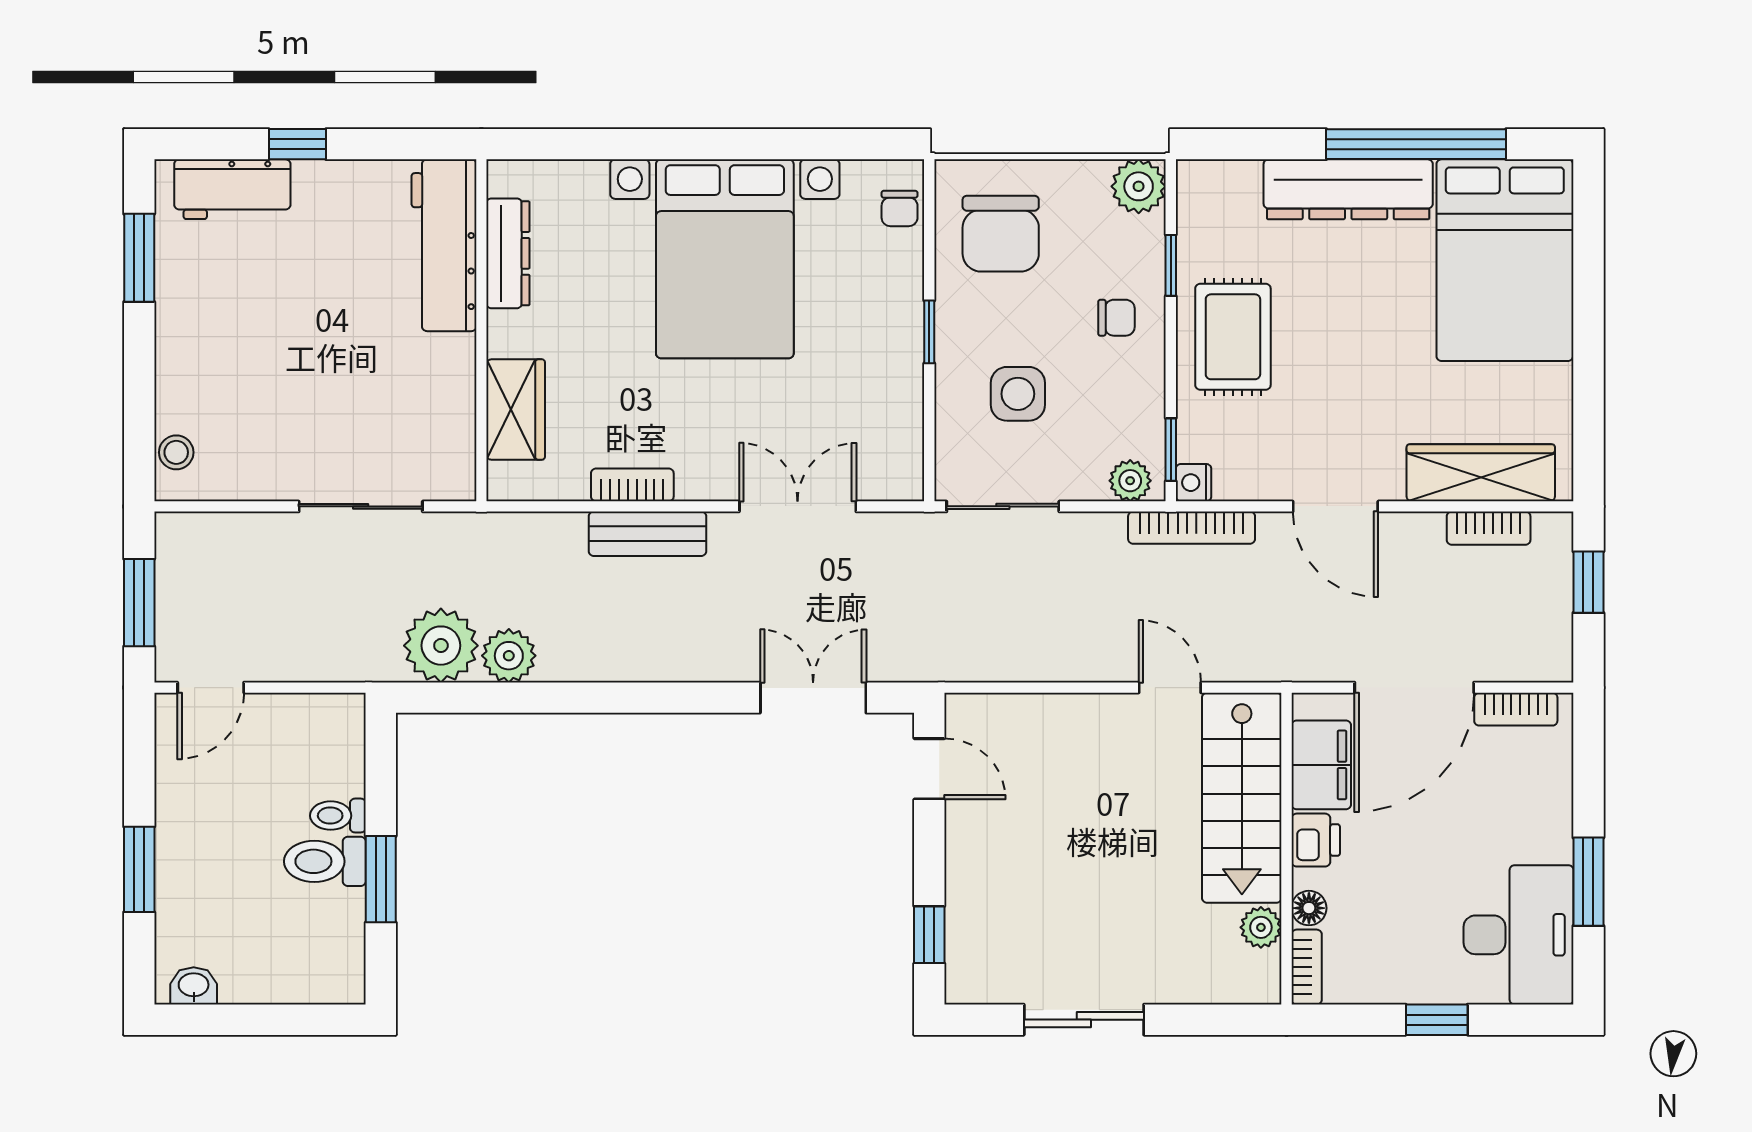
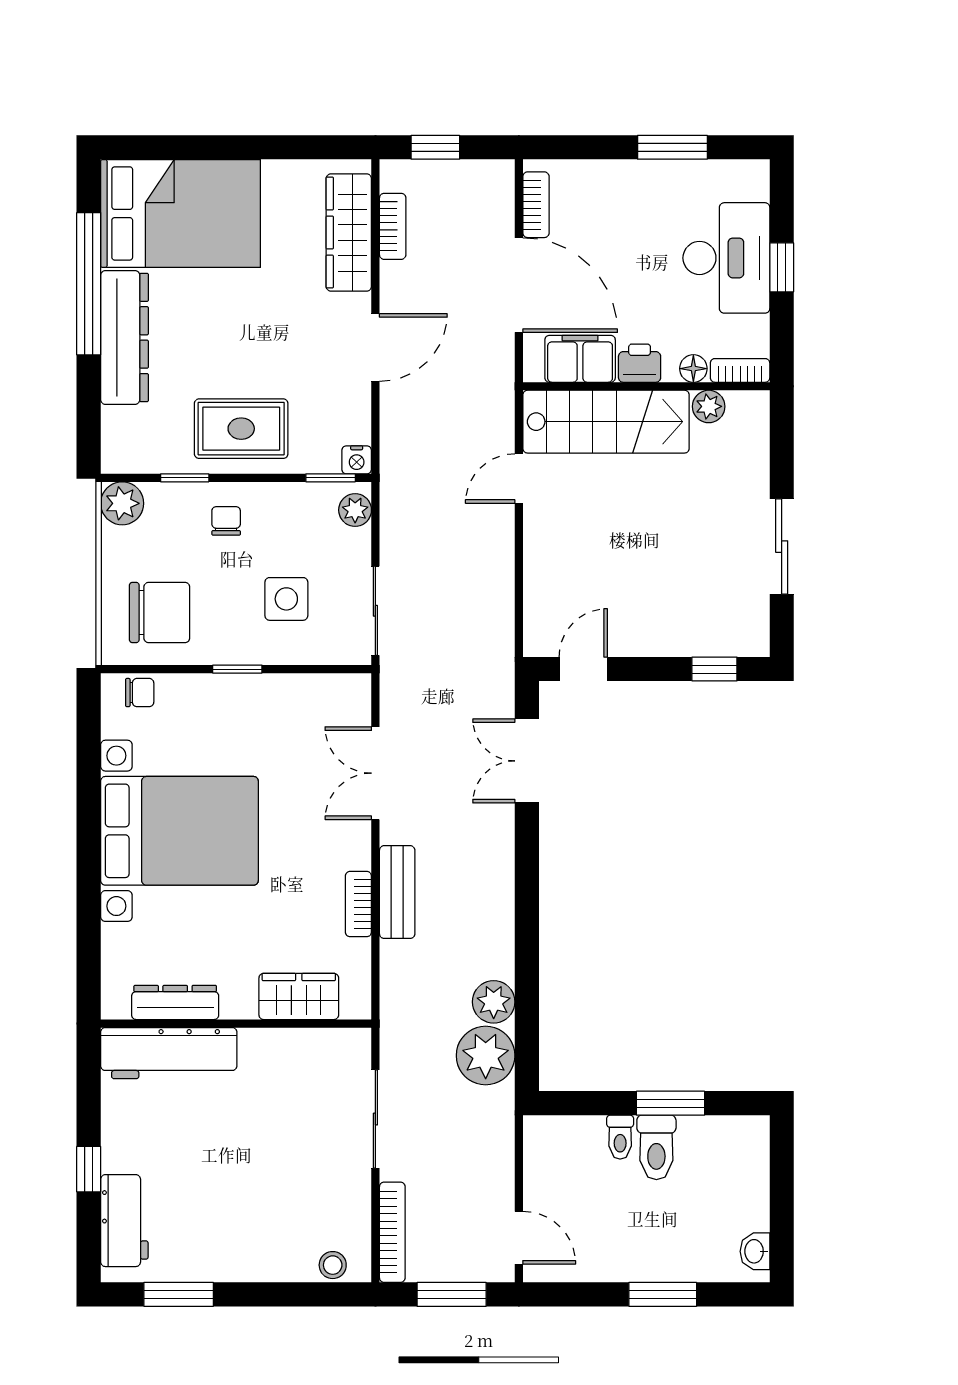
bookcase: (1192, 528) -> (392, 1232), moved
desk: (1518, 935) -> (726, 258), moved, turned 90

